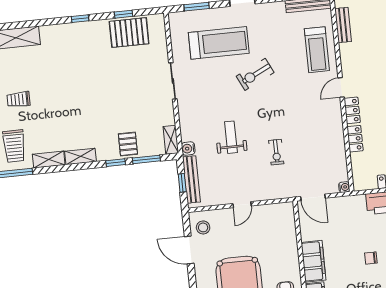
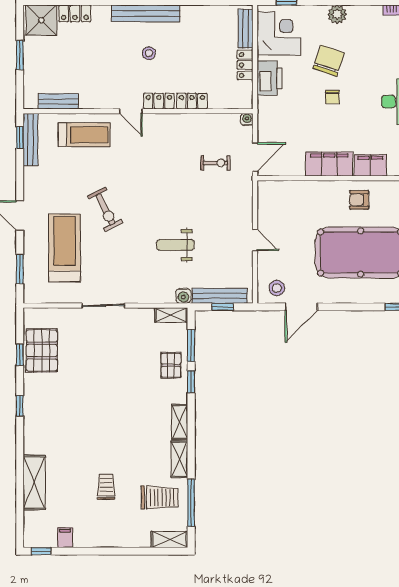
trolley: (18, 99) -> (106, 487), turned 180
pallet: (128, 144) -> (171, 365), turned 90
exercise bike: (276, 152) -> (215, 163), moved

